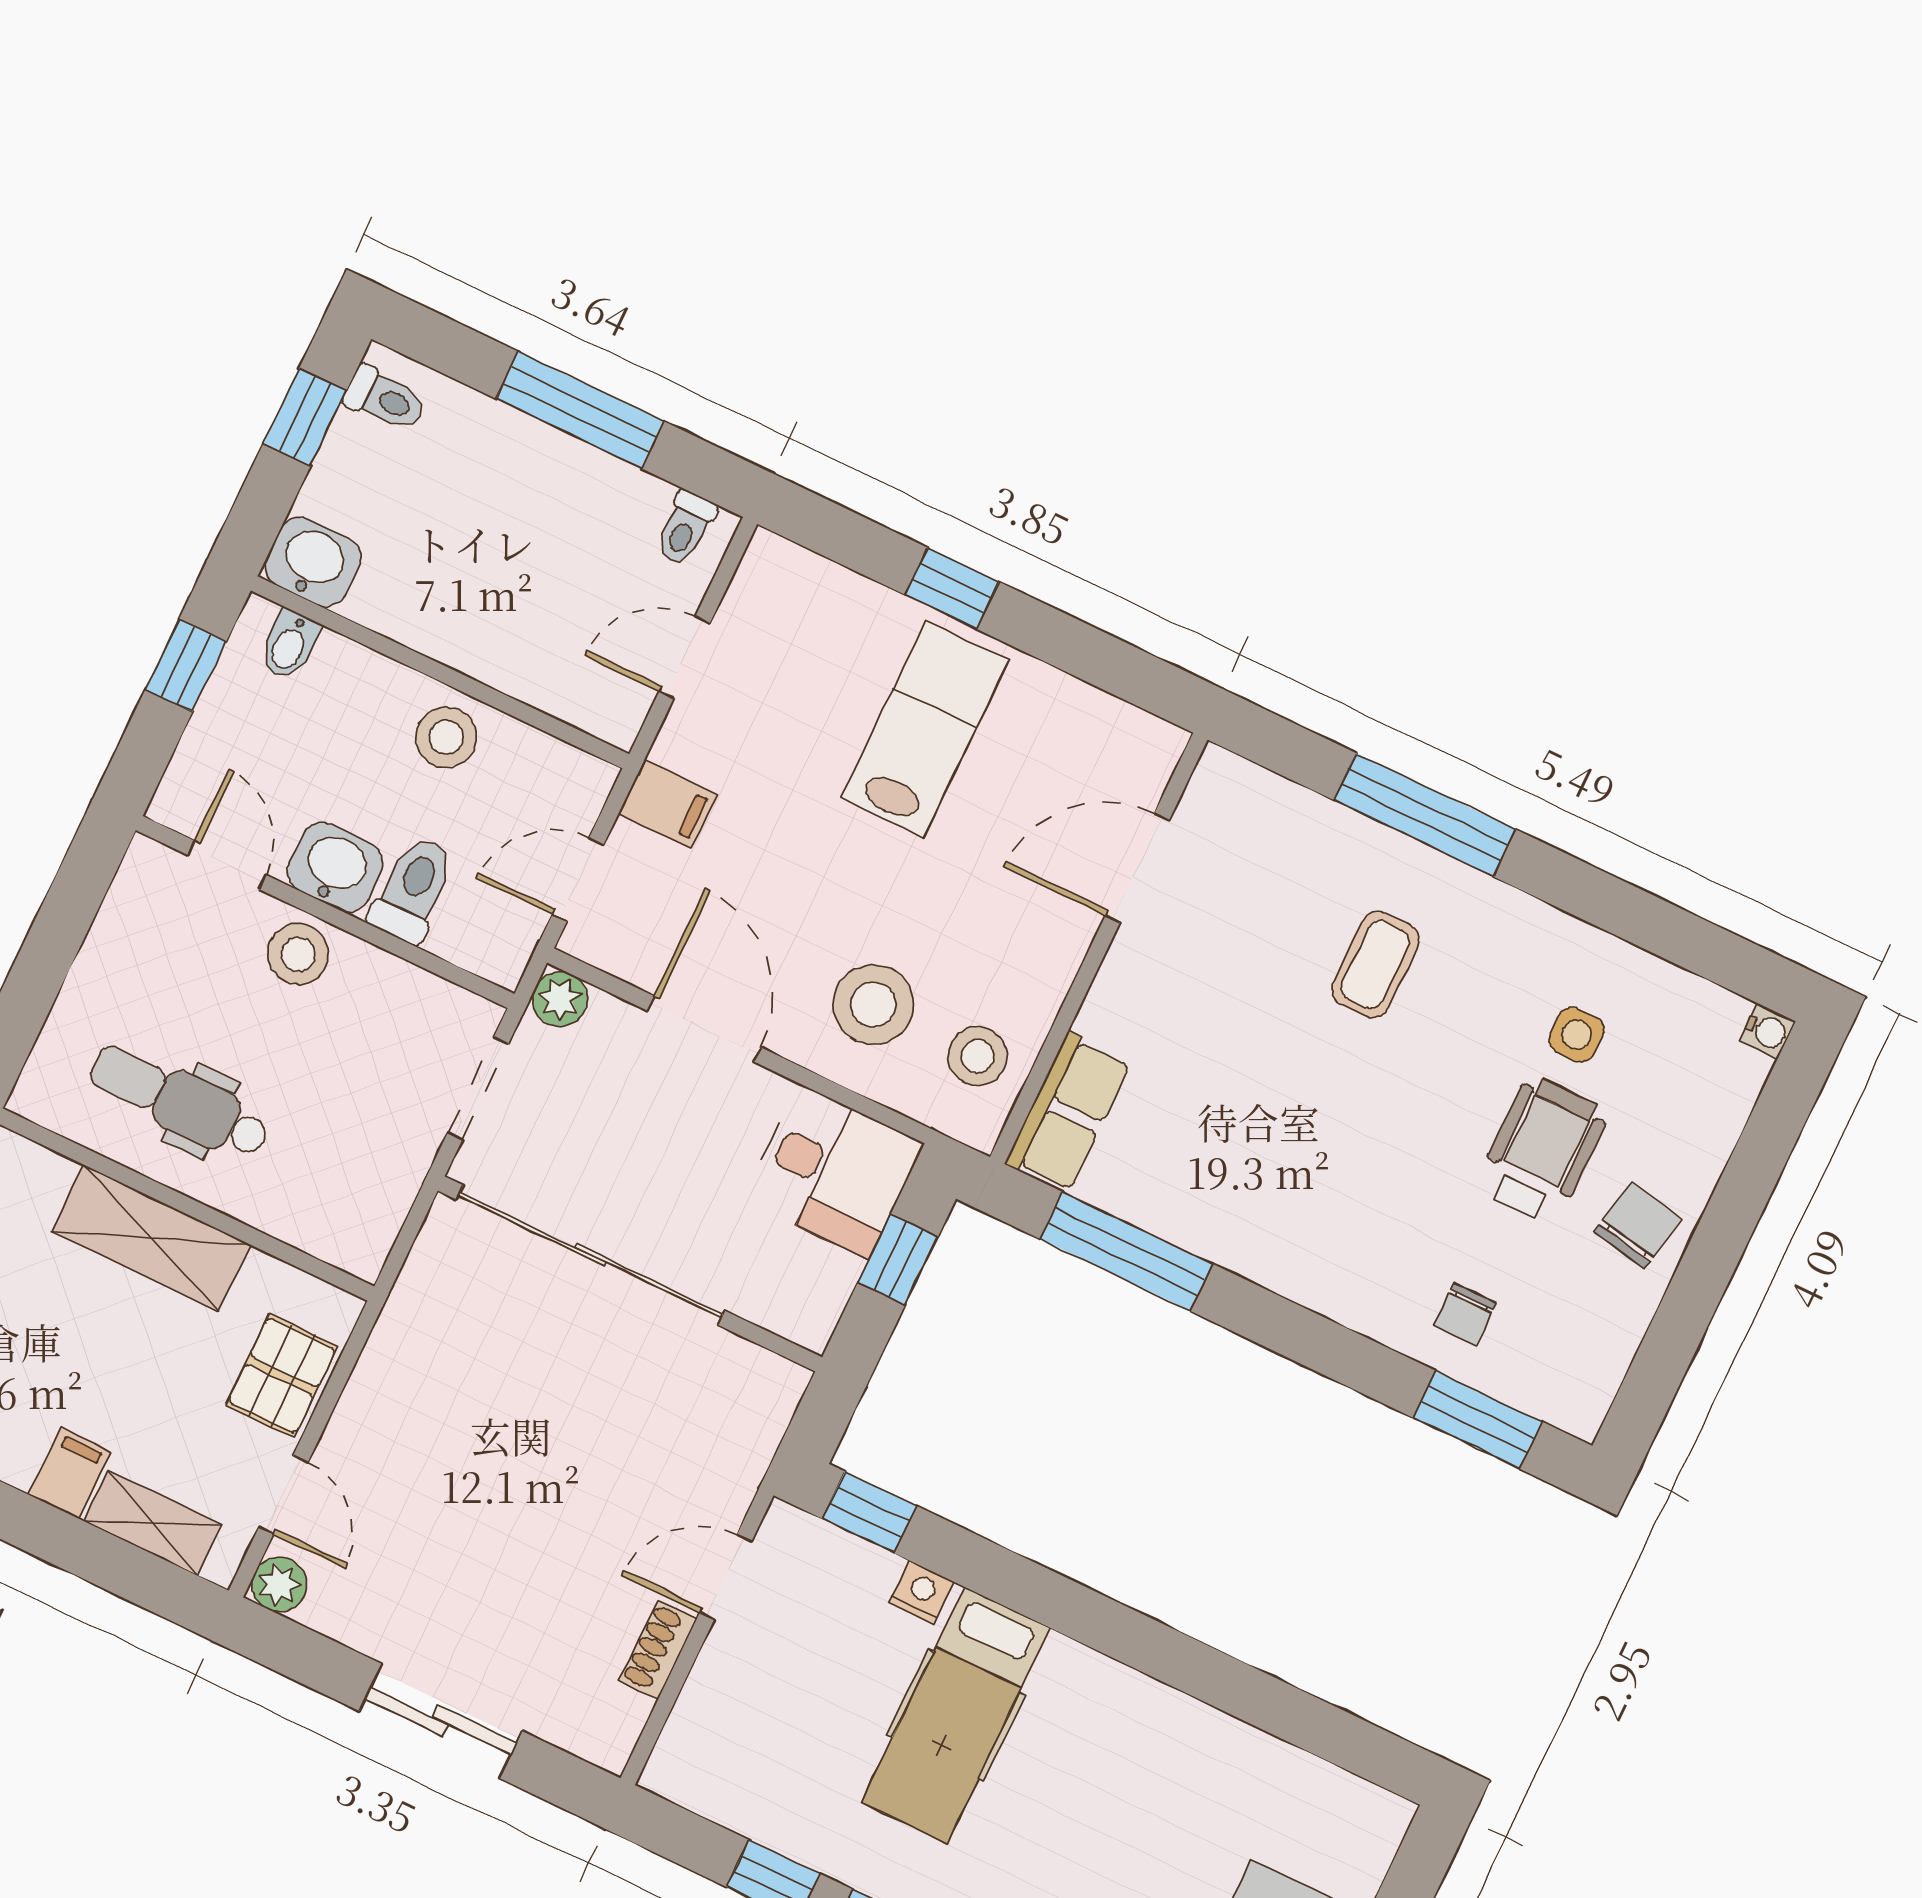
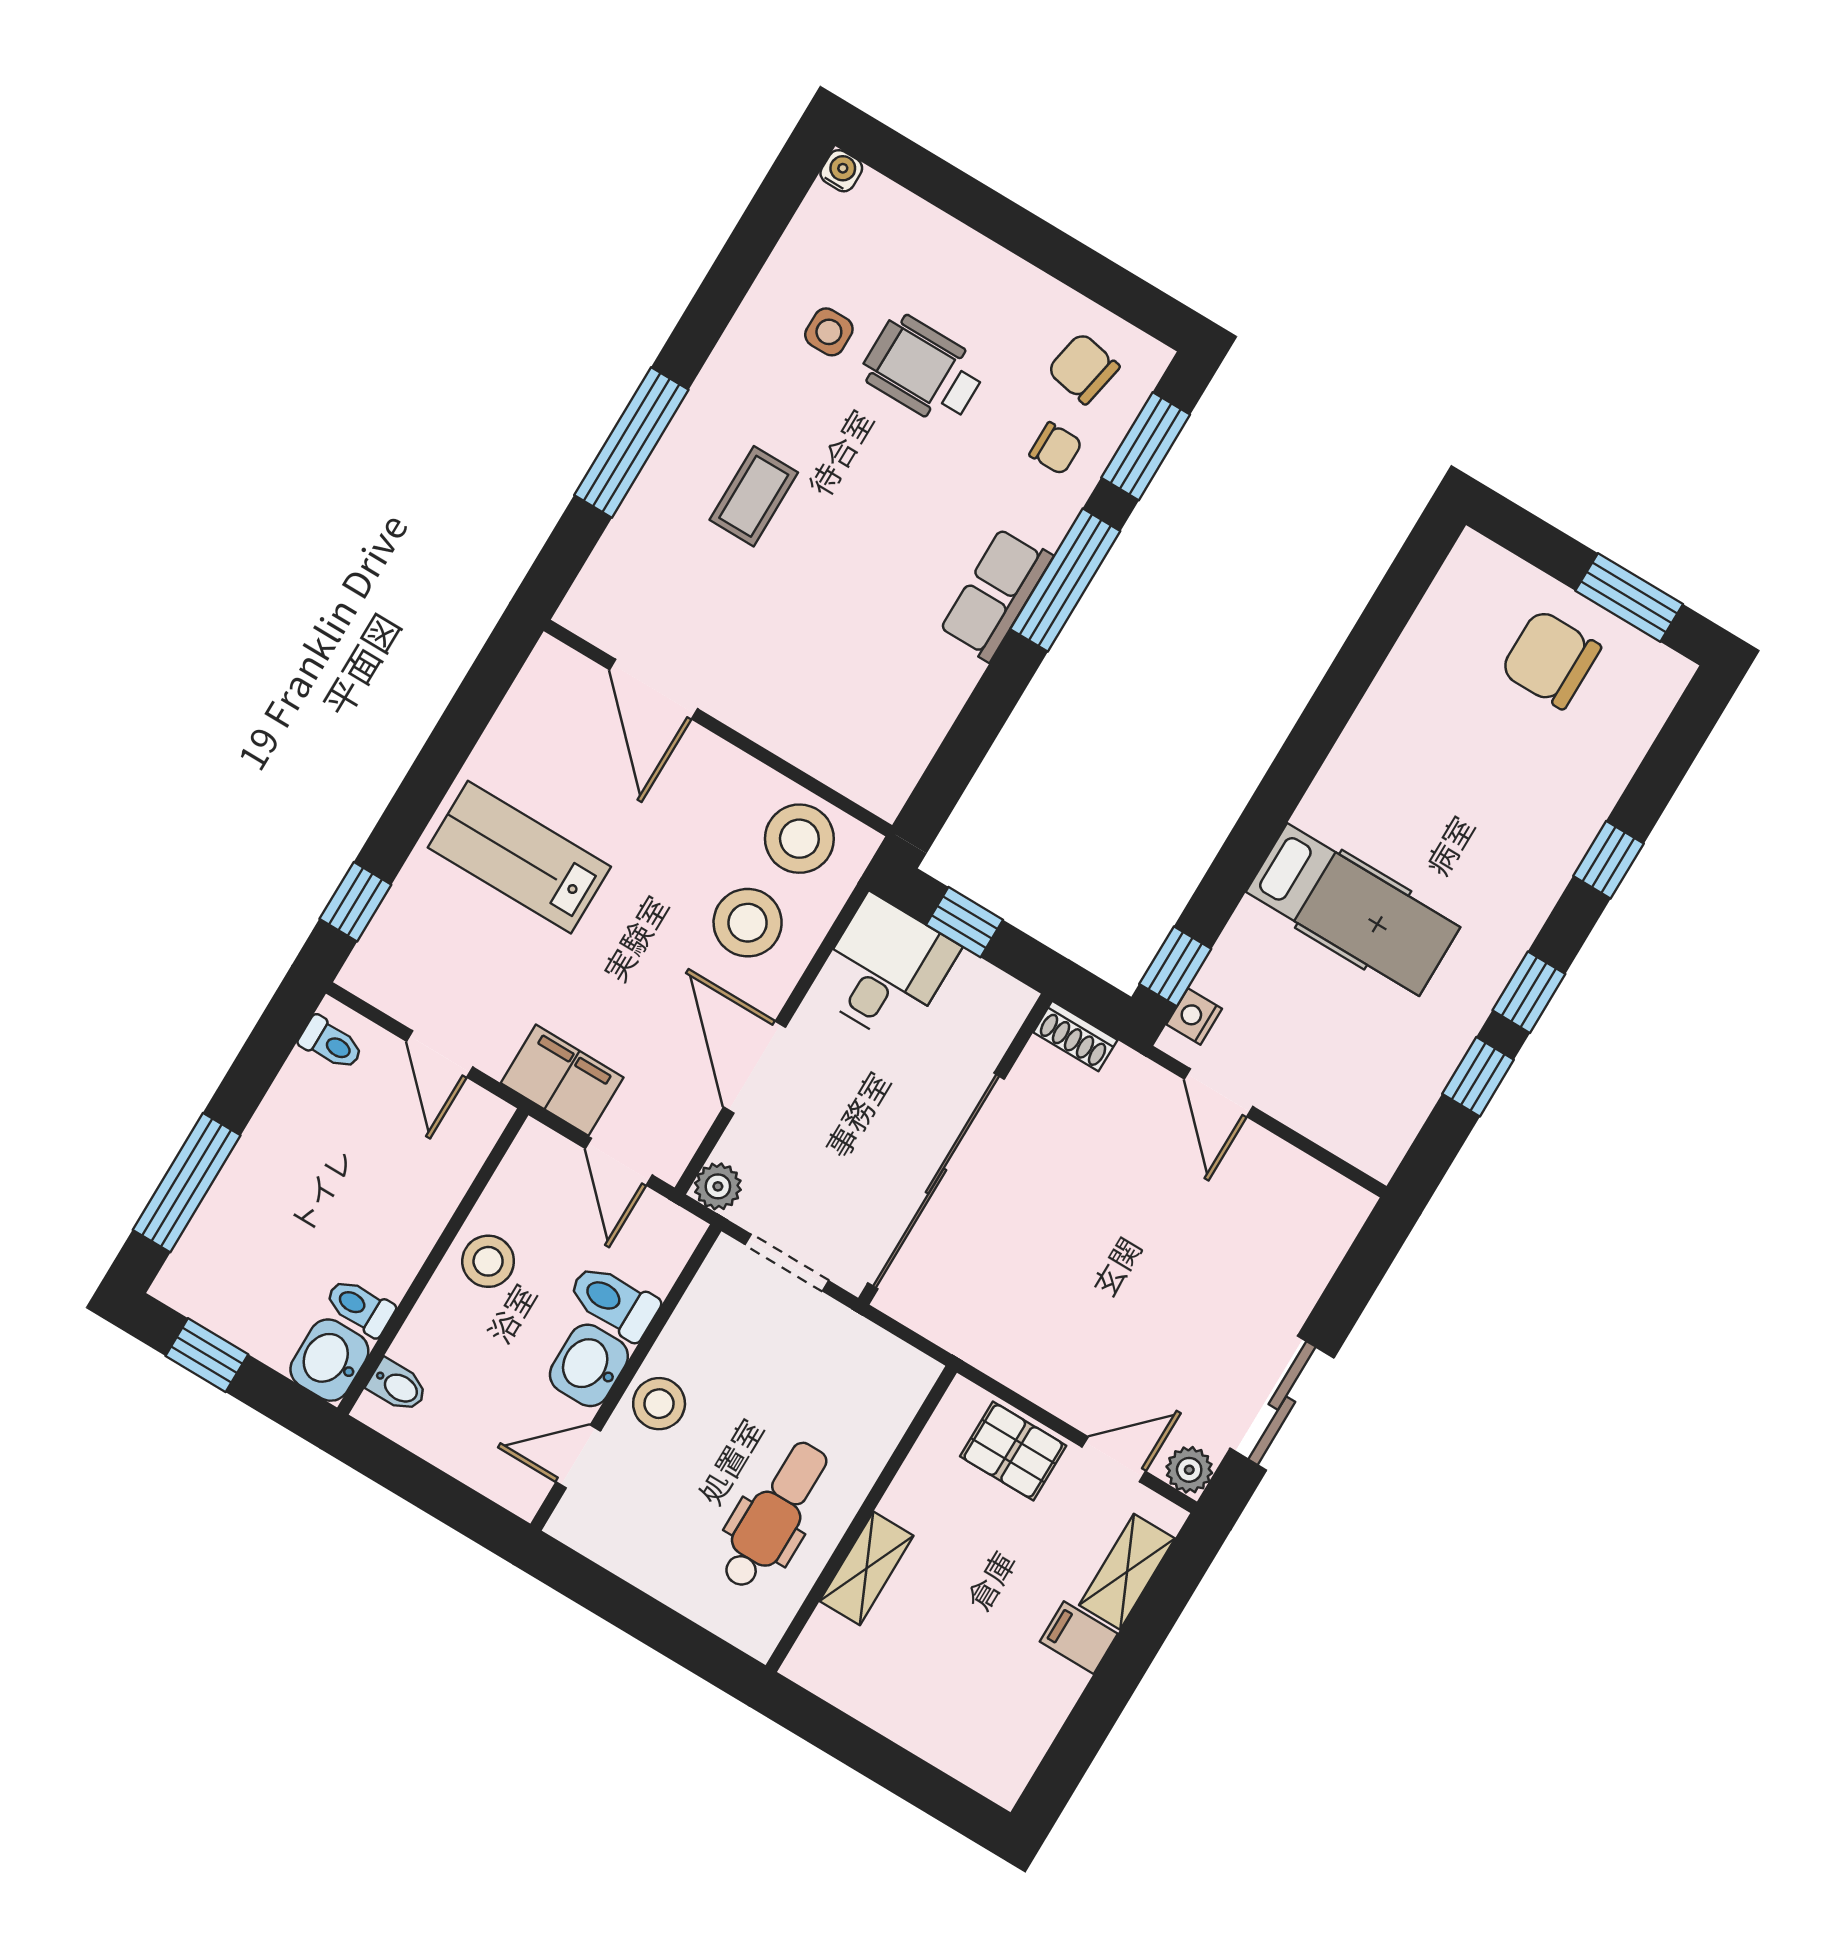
toilet: (385, 399) -> (360, 1307), moved, turned -90
window: (580, 410) -> (187, 1183), moved
window: (952, 588) -> (355, 902), moved
window: (186, 666) -> (407, 1475), removed
filing cabinet: (668, 804) -> (562, 1080), width x2.00
coffee table: (1375, 964) -> (754, 496), turned 90
door: (704, 1029) -> (755, 1067), hinge flipped
stool: (978, 1056) -> (799, 839), width x1.38, depth x1.38
dental chair: (180, 1102) -> (774, 1515), turned 180
row of seats: (1068, 1112) -> (996, 594), moved, turned -90
chair: (1638, 1225) -> (1083, 368), moved
shelving: (151, 1238) -> (867, 1568), width x0.67, depth x0.75
window: (1126, 1251) -> (1065, 580), moved
nightstand: (922, 1592) -> (1194, 1016), moved
shoe rack: (658, 1650) -> (1075, 1036), moved
sliding door: (441, 1721) -> (1282, 1403), moved

